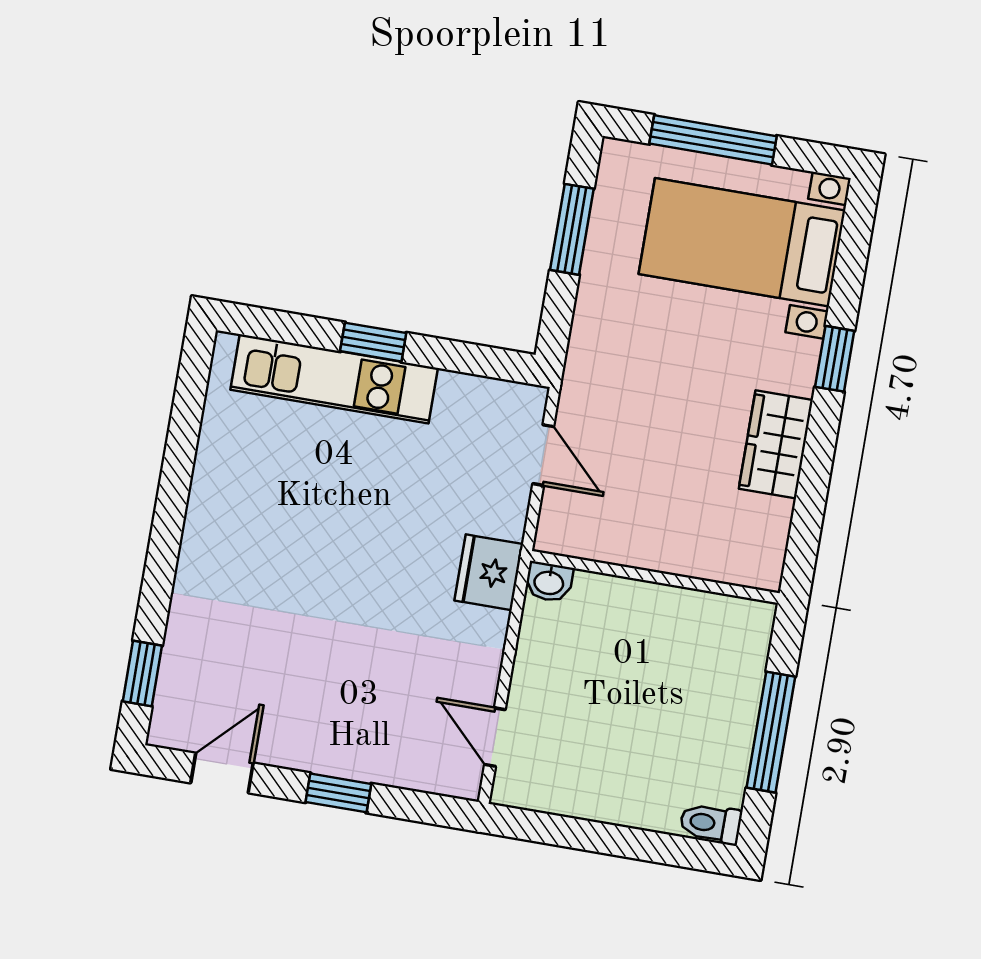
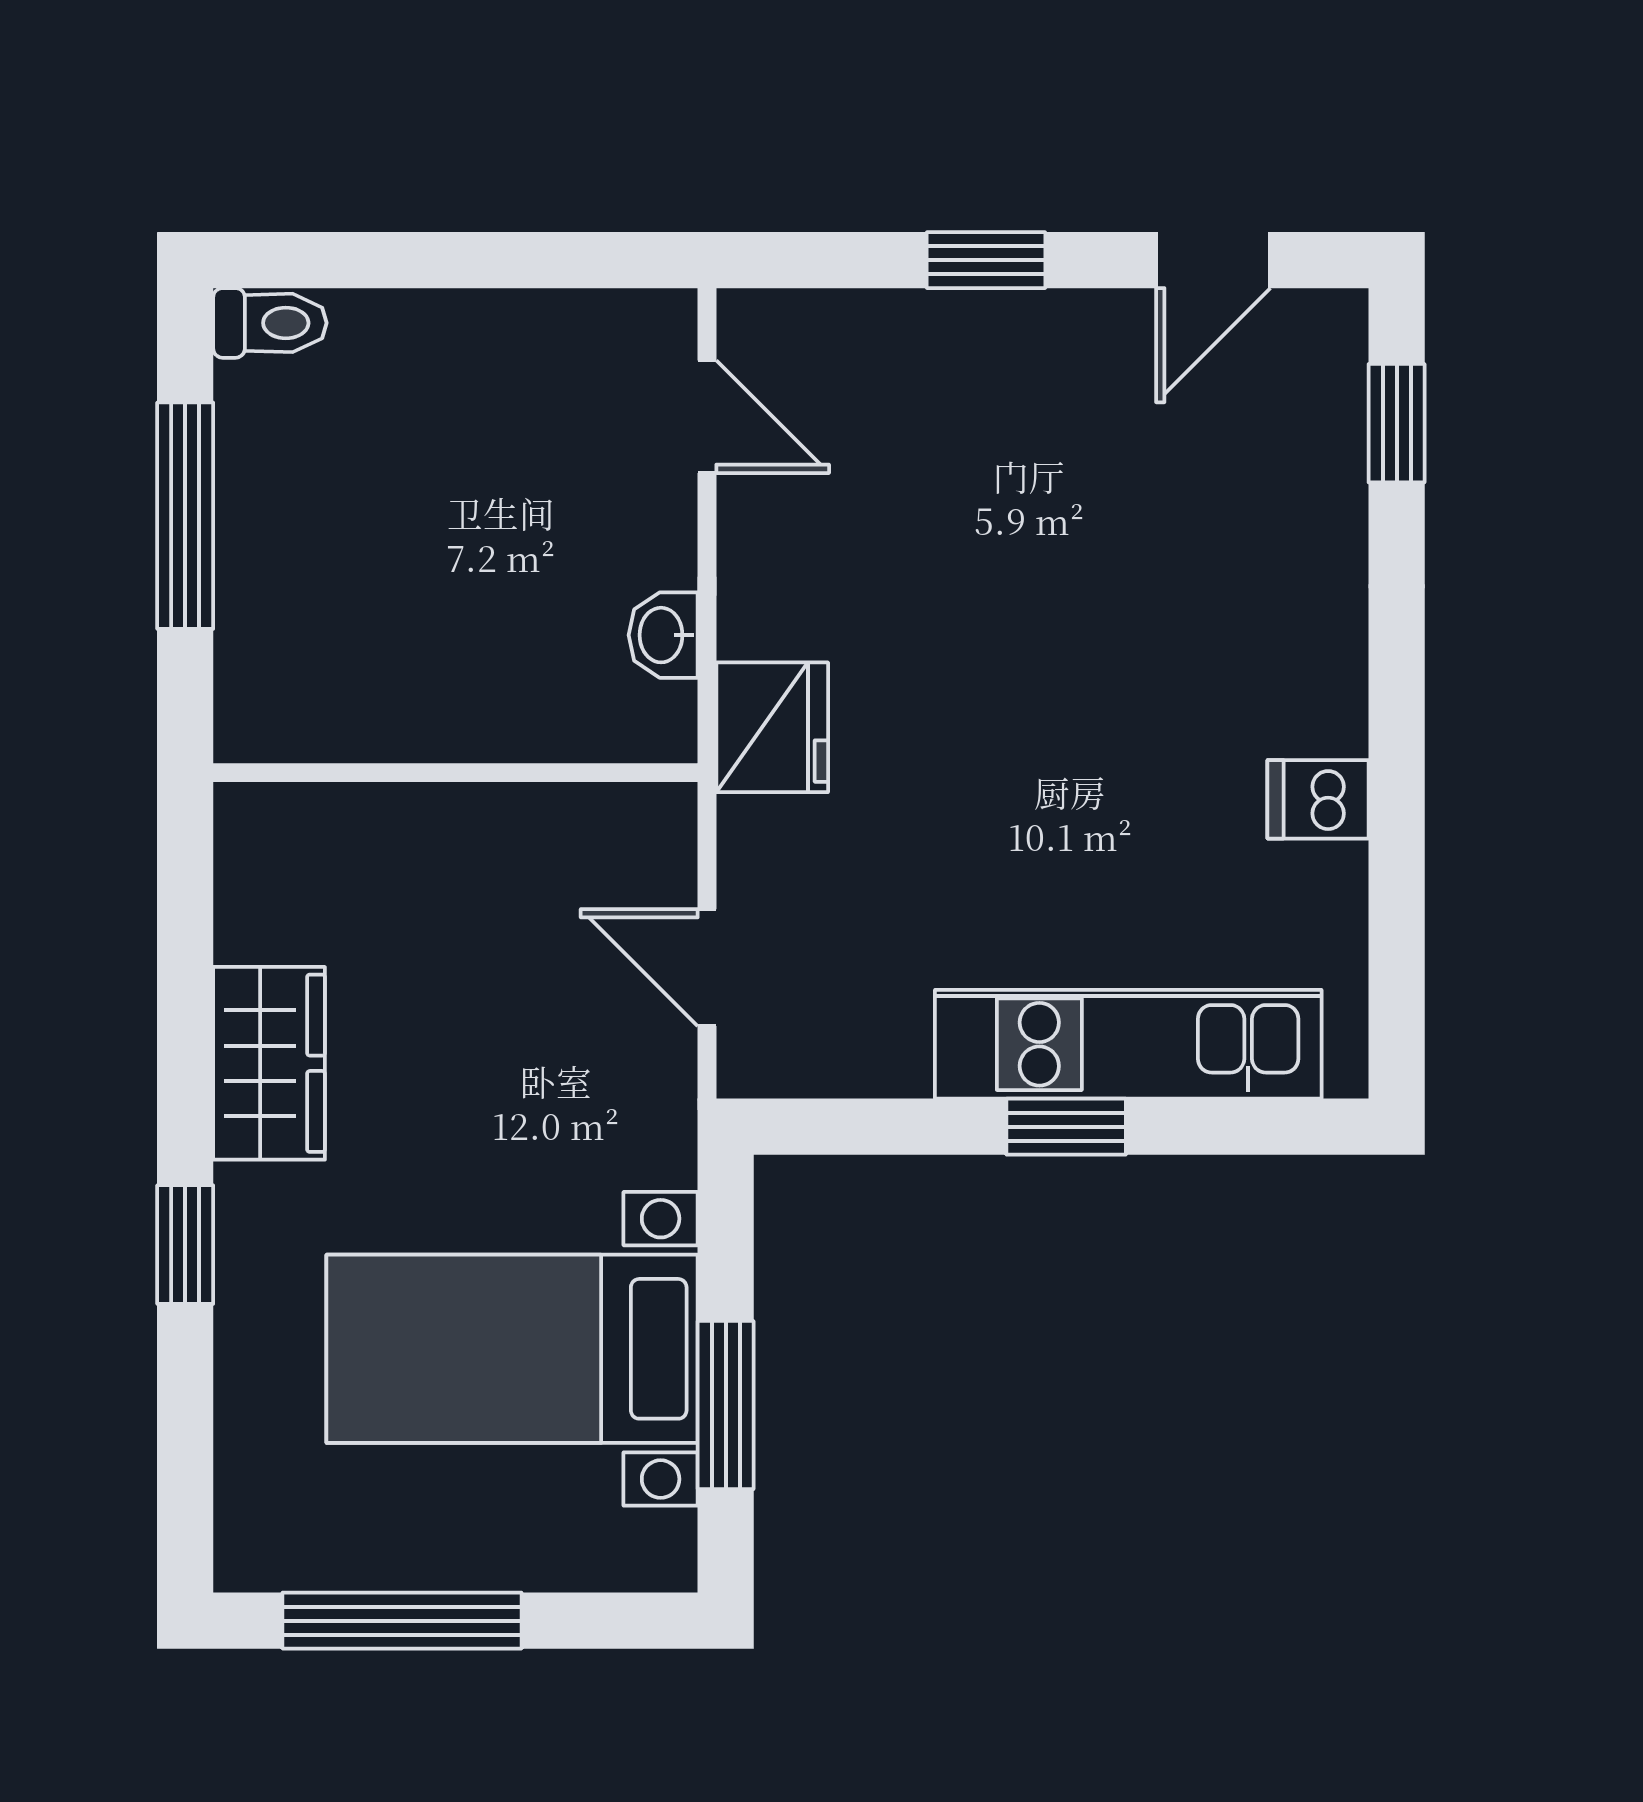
window: (713, 140) -> (402, 1621), moved
bed with nightstands: (742, 242) -> (512, 1349), moved, turned 180
dishwasher: (216, 488) -> (1318, 799), added
washbasin: (549, 582) -> (663, 635), moved, turned -90

